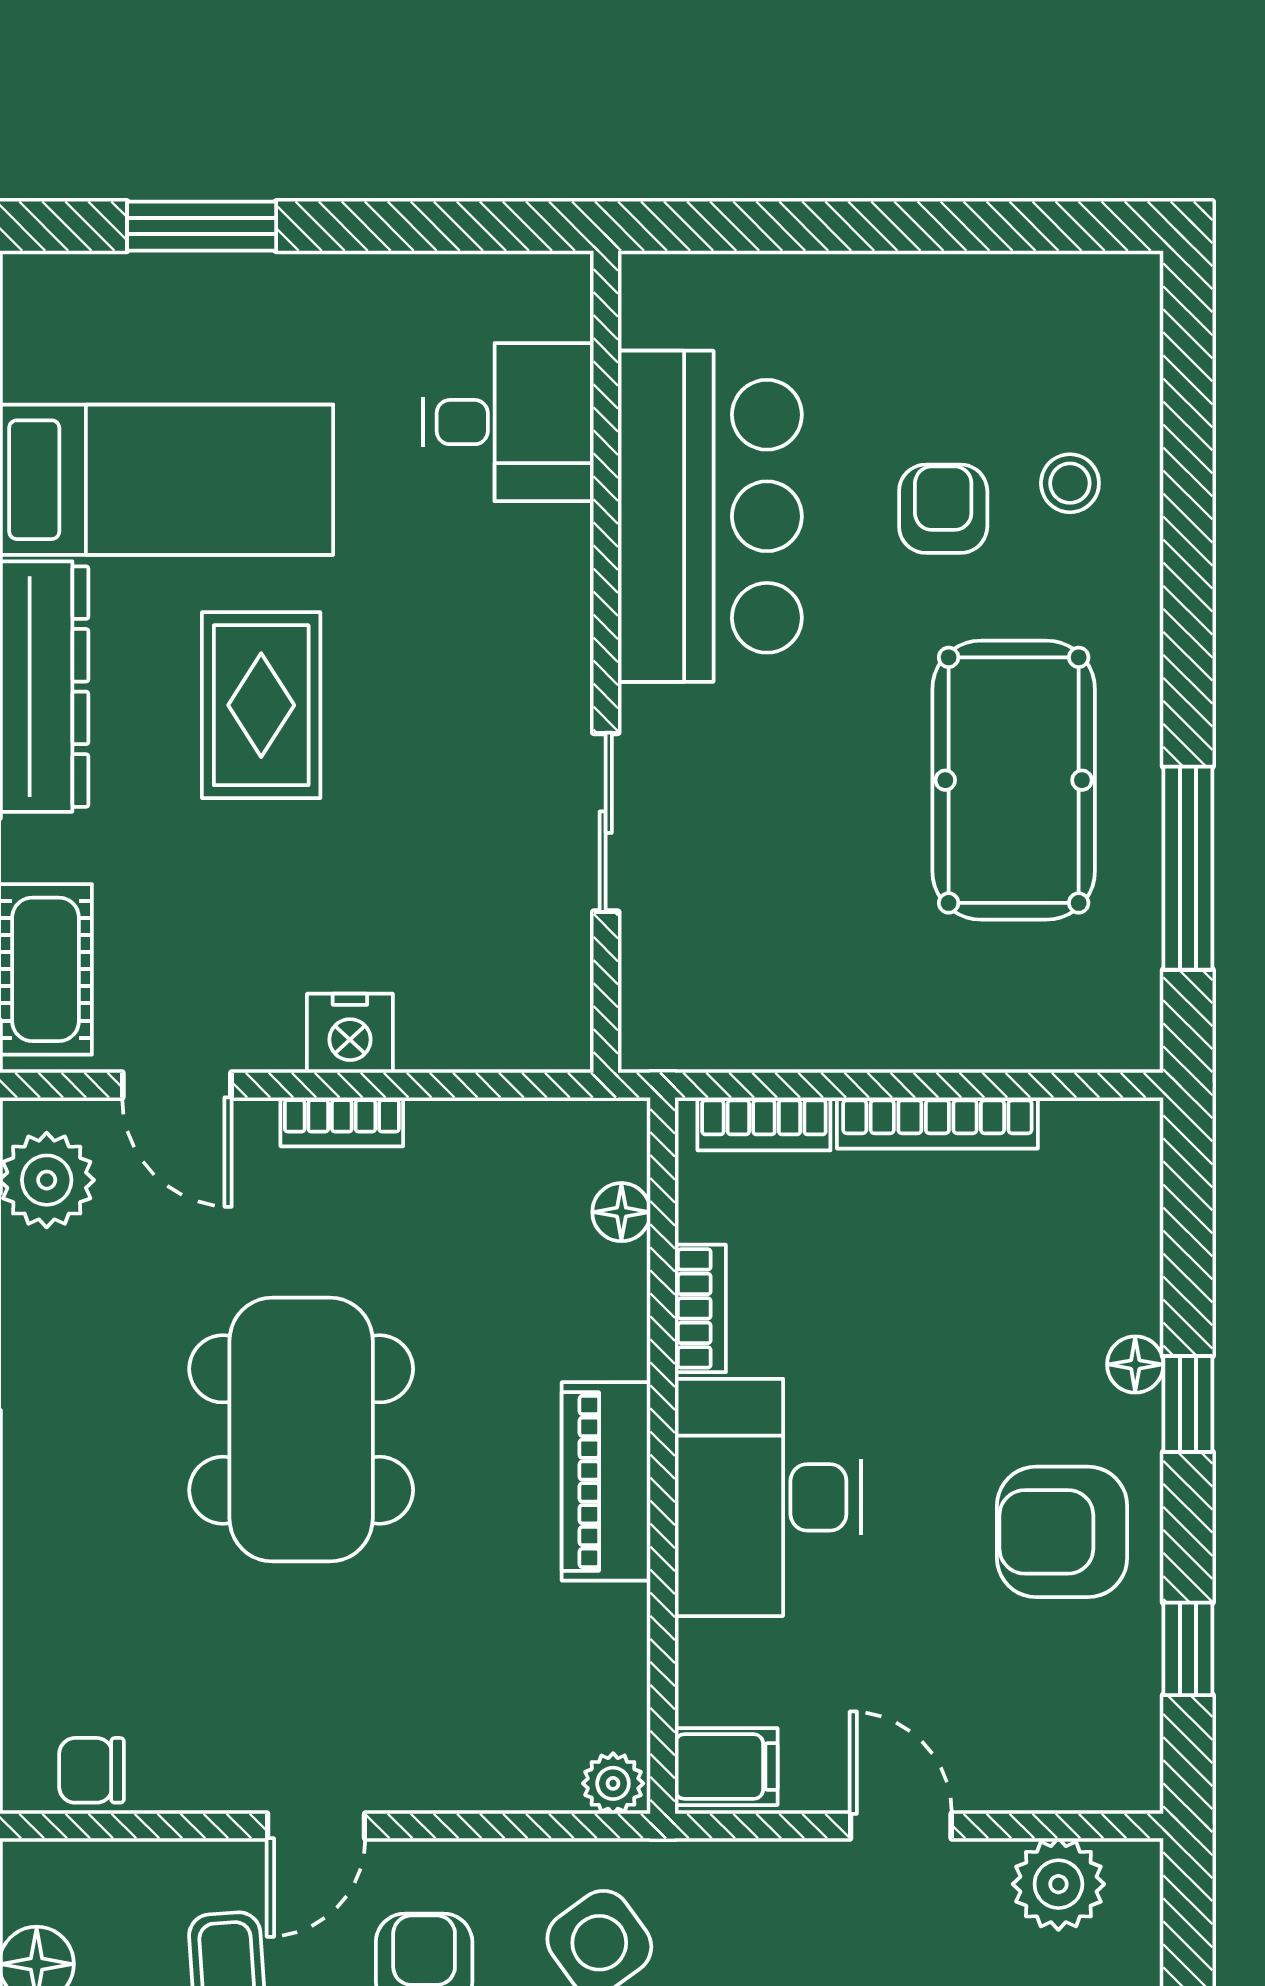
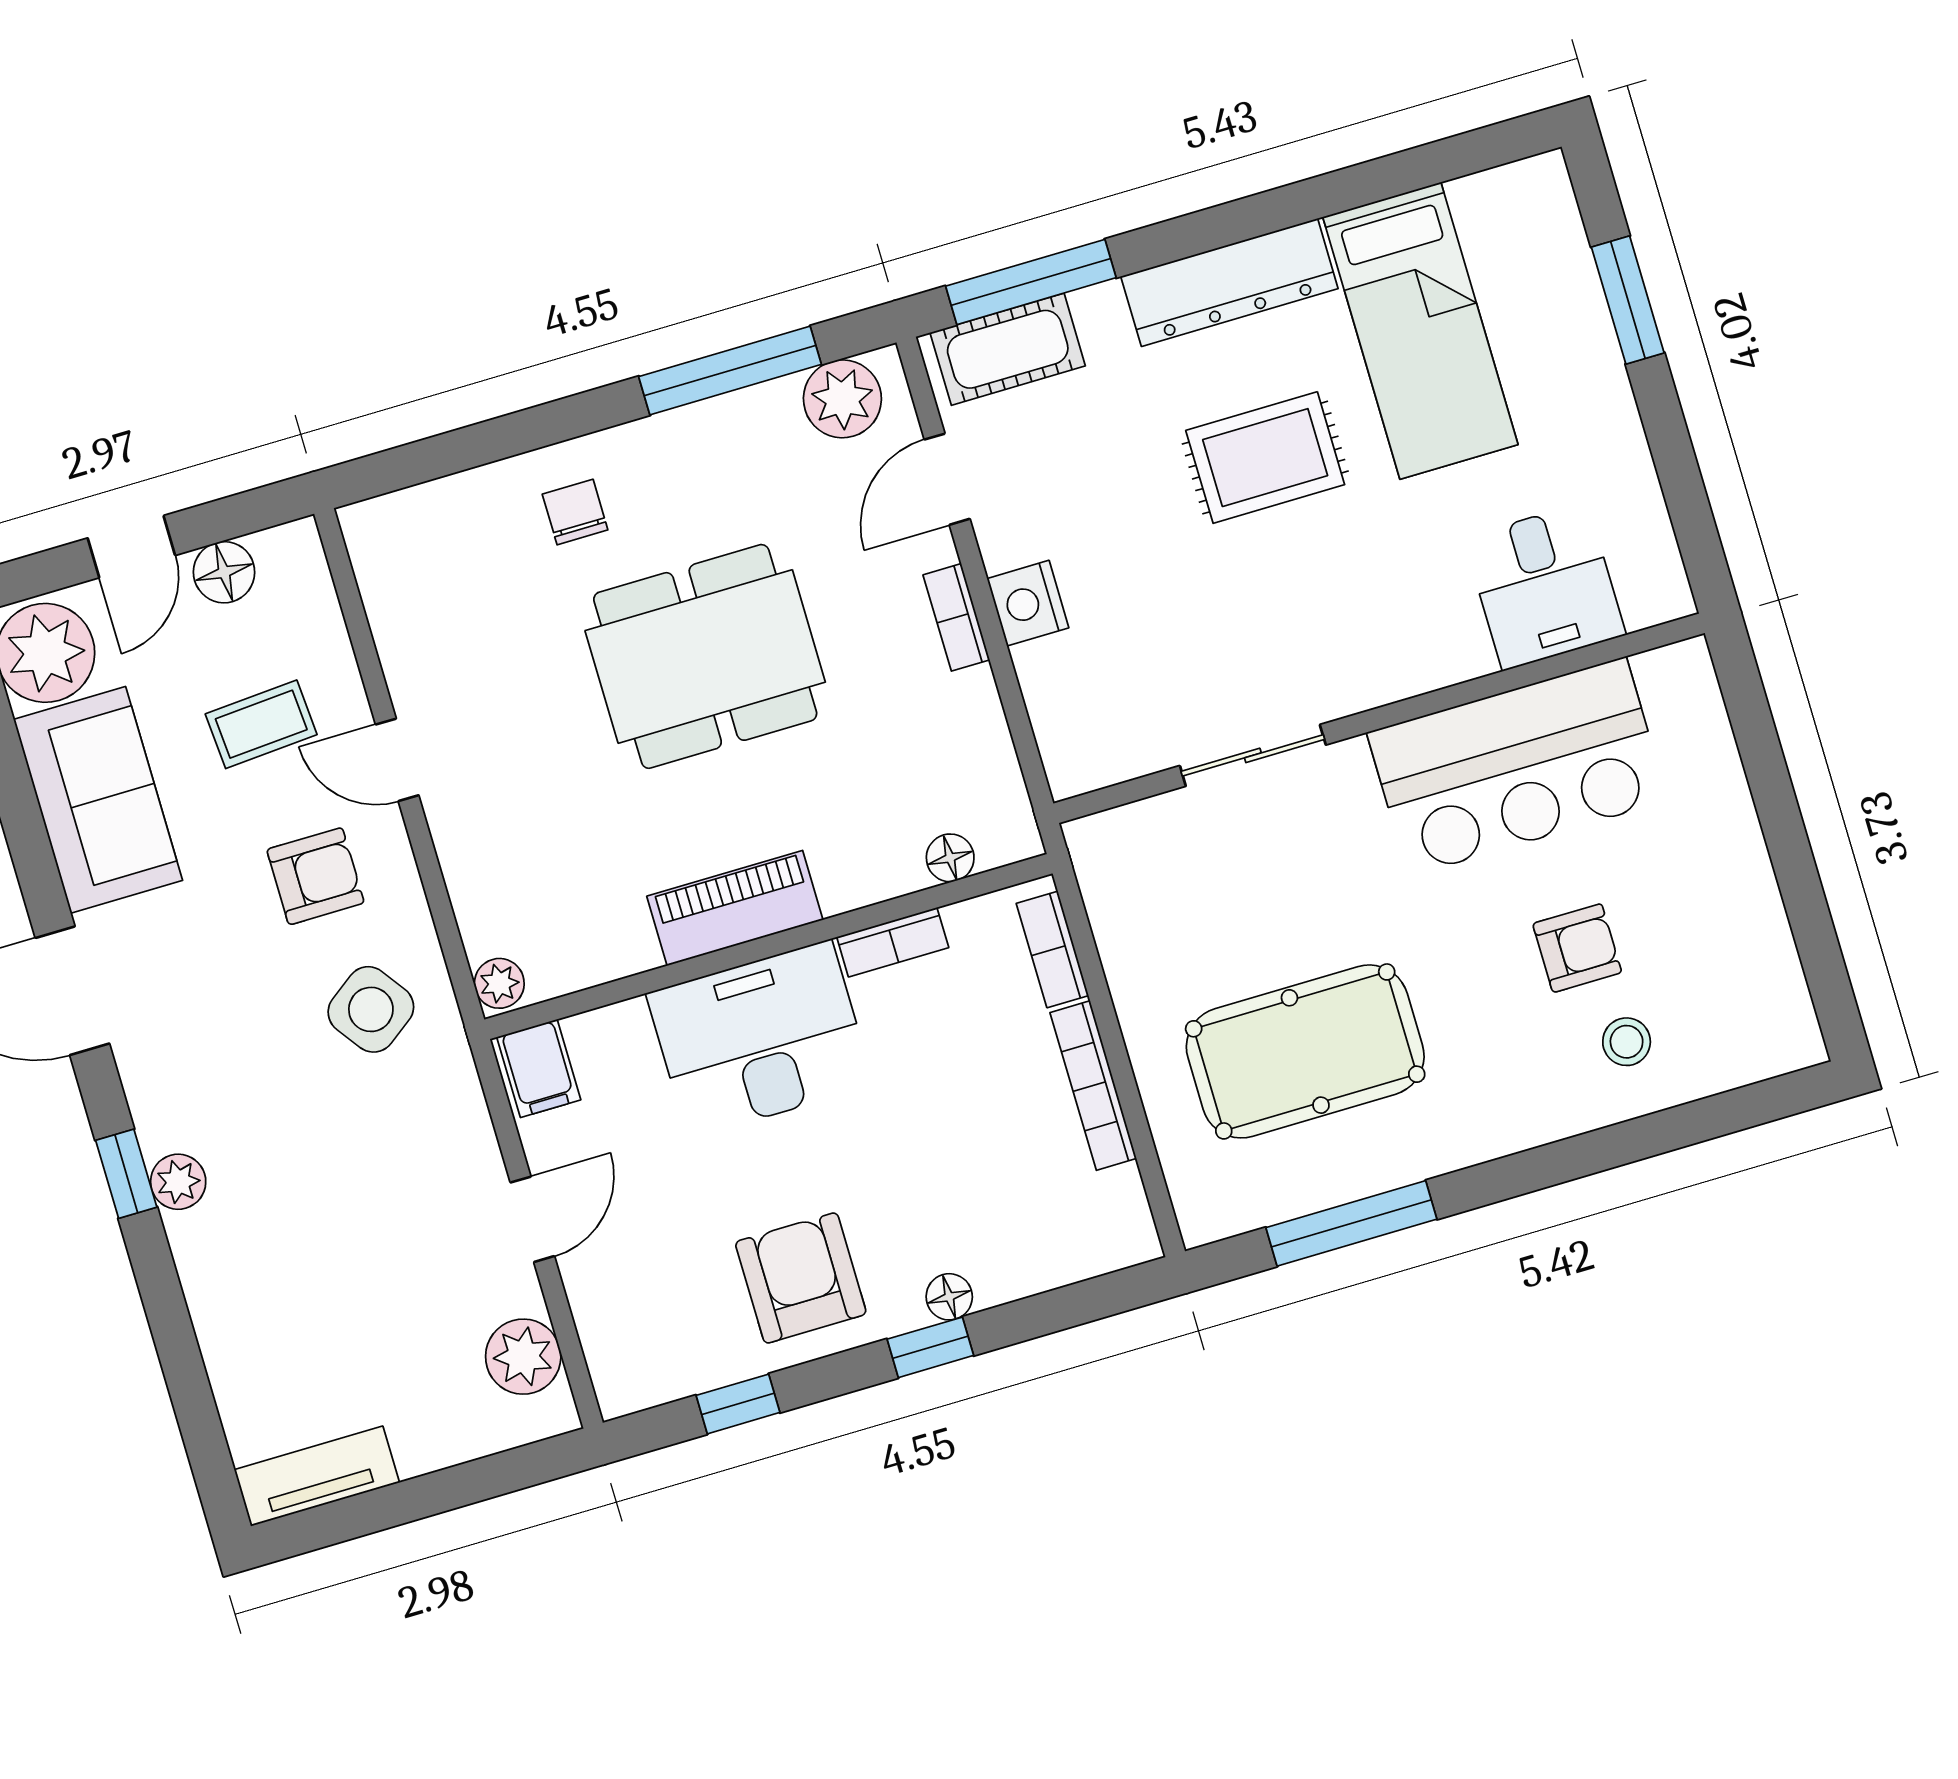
pool table: (1014, 780) -> (1305, 1051), moved
chair: (92, 1770) -> (575, 512), moved

